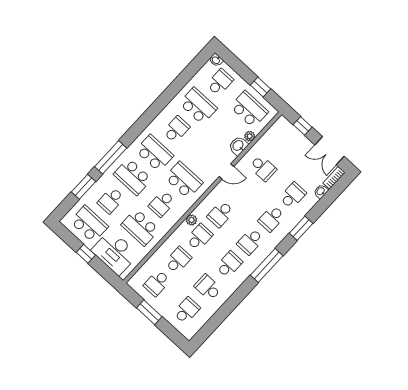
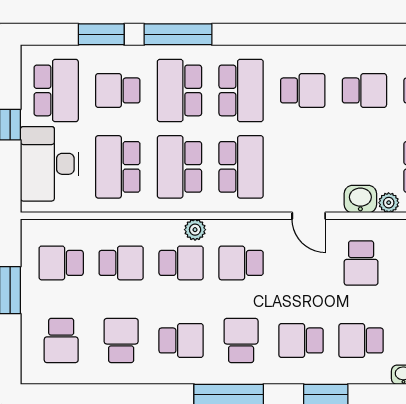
school desk: (198, 106) -> (364, 90), width x0.54
school desk: (293, 196) -> (361, 340), turned 180
school desk: (162, 204) -> (179, 167), width x1.85
school desk: (250, 241) -> (241, 340), turned 90
school desk: (187, 310) -> (61, 340), turned 90

